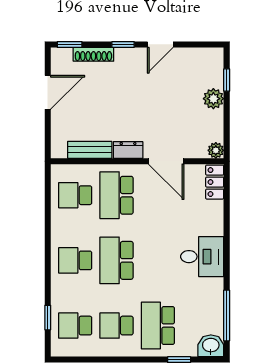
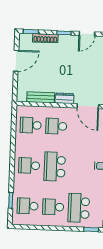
school desk: (117, 195) -> (56, 126), width x0.54

